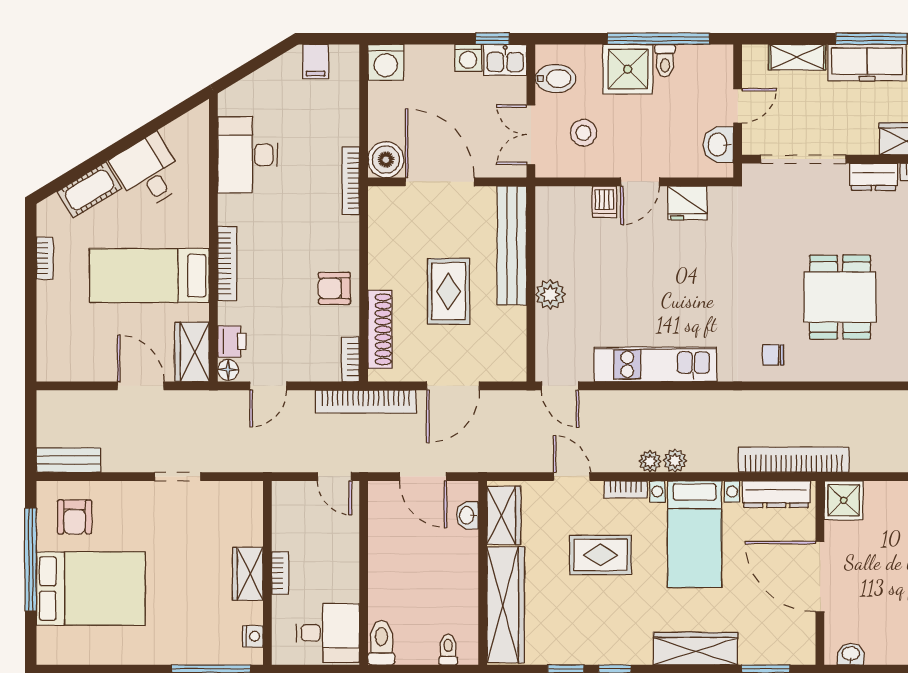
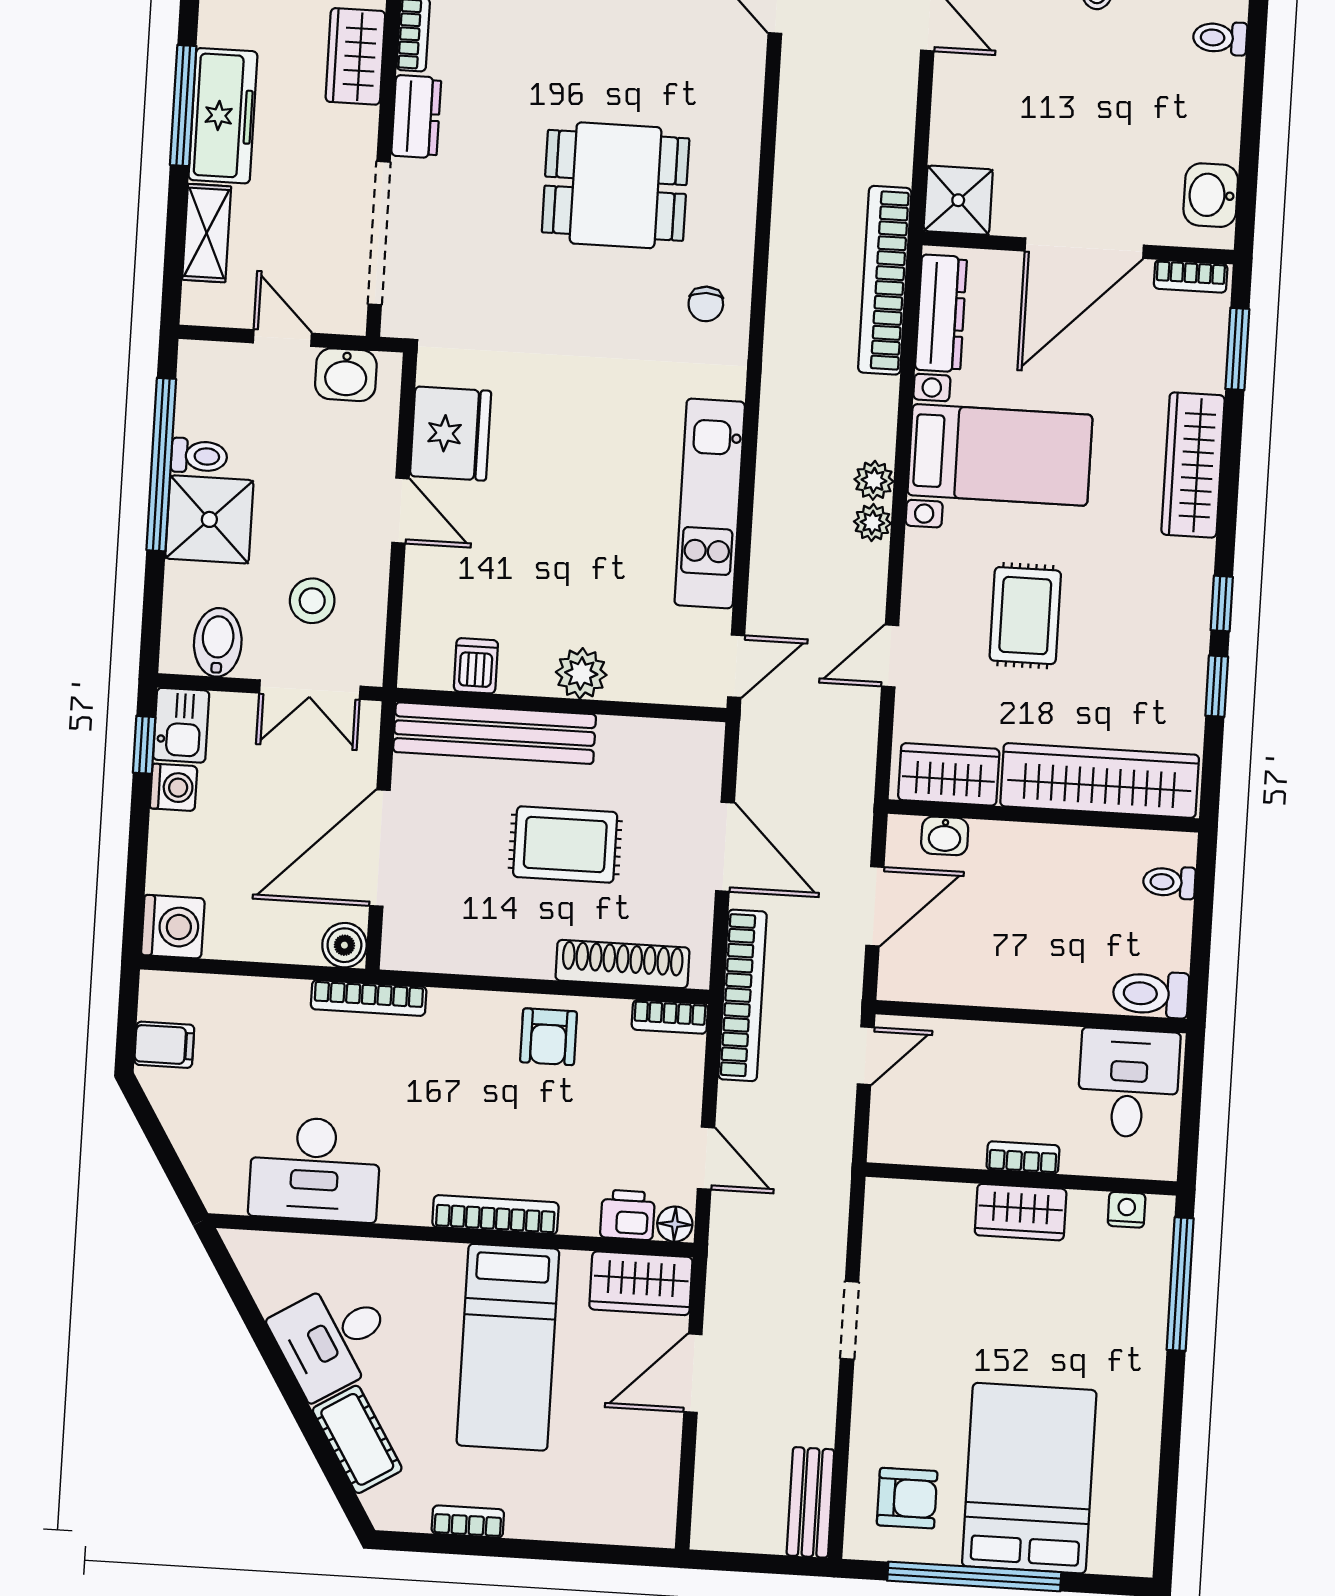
boiler: (386, 160) -> (344, 945), width x0.73, depth x0.73
dishwasher: (604, 202) -> (476, 666), moved, turned -90
fridge: (687, 203) -> (451, 434), width x1.36, depth x1.34
bookcase: (626, 489) -> (1191, 276), moved, turned 90
washbasin: (851, 654) -> (1211, 195), width x1.38, depth x1.45

